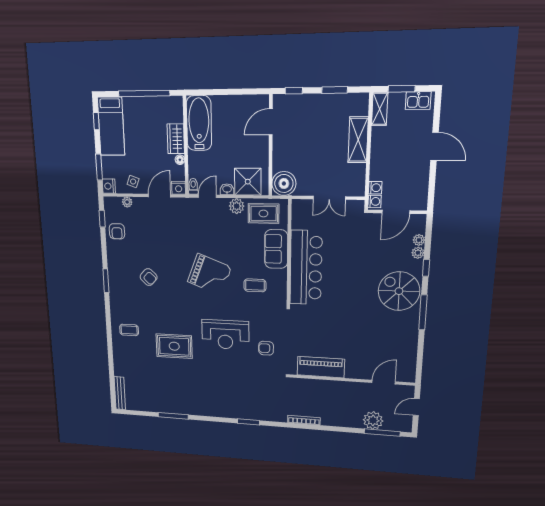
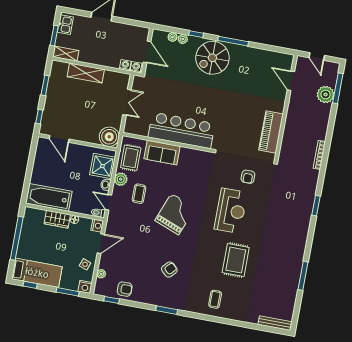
door: (159, 196) -> (101, 244), swing flipped
coffee table: (255, 285) -> (139, 194), moved

